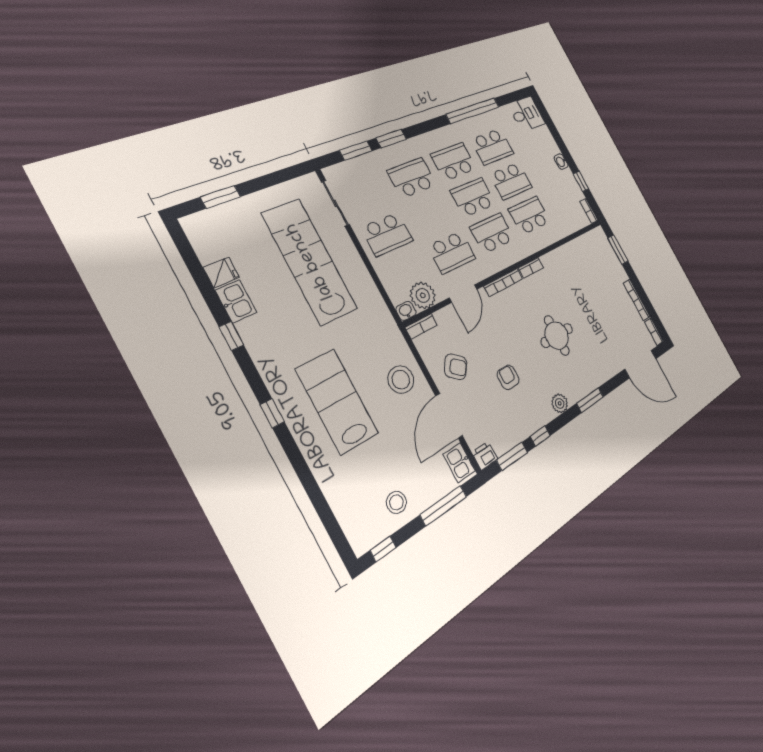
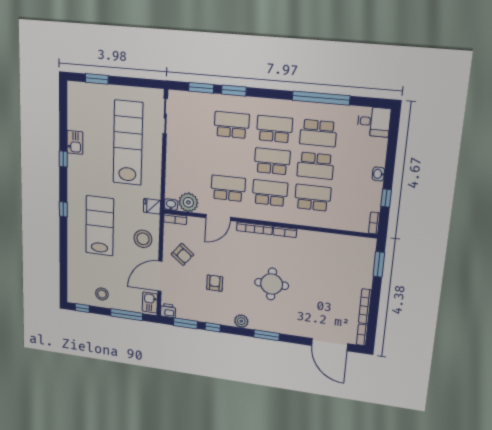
school desk: (387, 234) -> (188, 153), removed
school desk: (452, 252) -> (228, 188), turned 180
fridge: (221, 273) -> (152, 206), moved, turned 180

